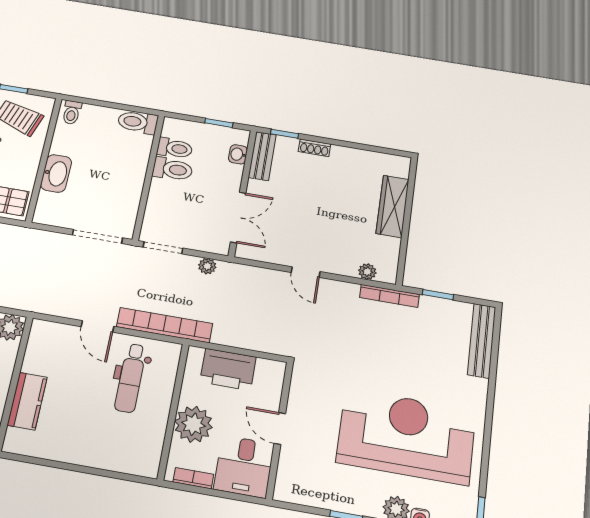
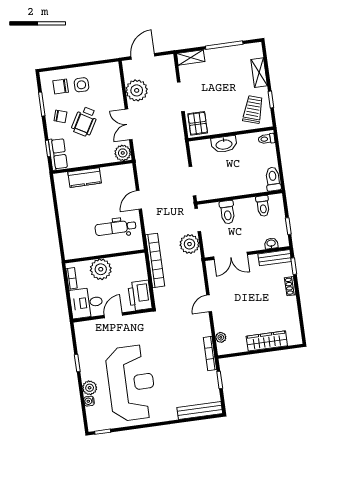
toilet: (173, 169) -> (227, 212), moved
plant: (207, 266) -> (190, 244), width x1.87, depth x1.87
bookcase: (165, 325) -> (155, 260), moved
printer: (228, 369) -> (140, 295), moved

